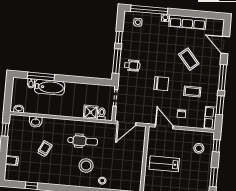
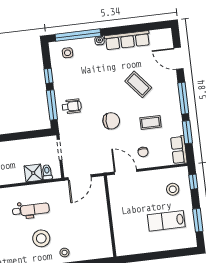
lab bench: (164, 164) -> (166, 221), moved

